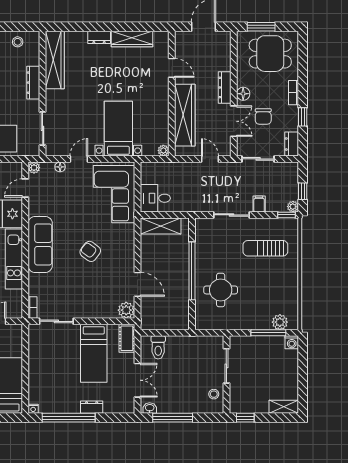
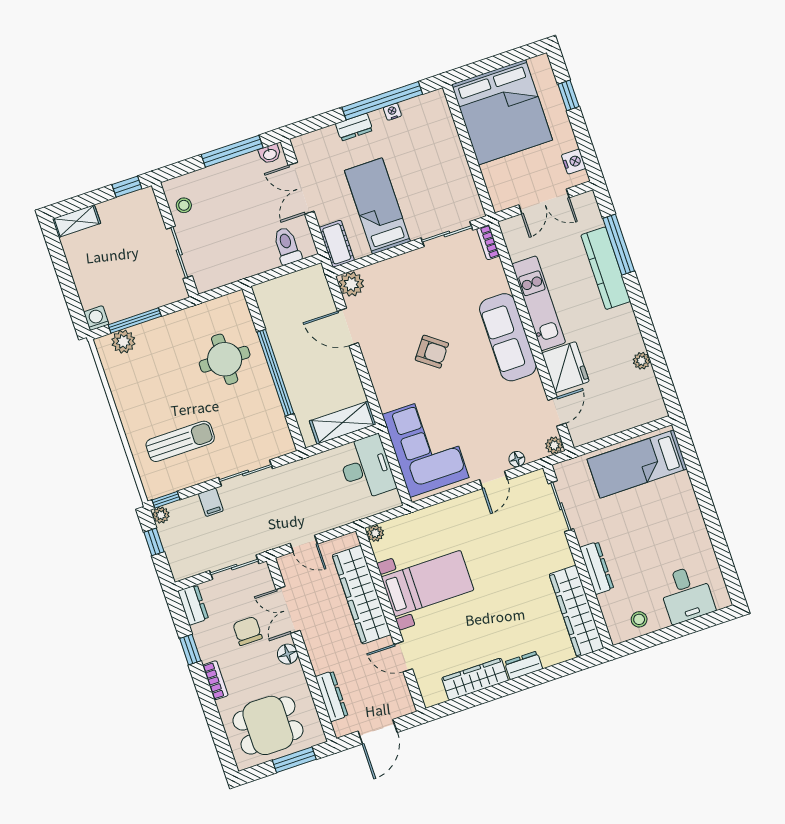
dresser: (225, 87) -> (332, 696), moved
bed with nightstands: (118, 129) -> (428, 584), moved, turned -90
desk: (155, 198) -> (366, 468), width x1.37
nightstand: (33, 409) -> (392, 112), moved

